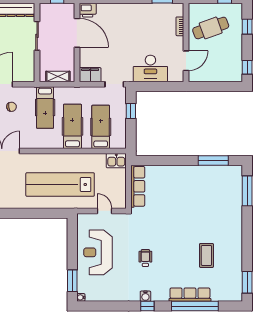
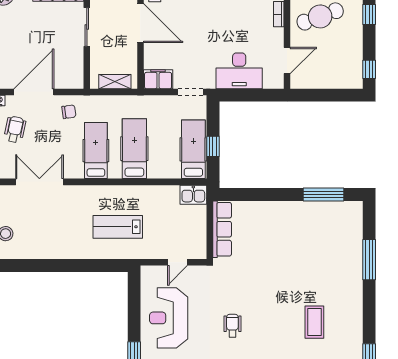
chair: (12, 107) -> (69, 112), moved
hospital bed: (45, 108) -> (96, 151), moved, turned 180
window: (131, 111) -> (213, 146), moved
hospital bed: (101, 127) -> (193, 149), moved
lab bench: (60, 185) -> (118, 227), width x0.54, depth x0.72
window: (247, 191) -> (369, 260), moved
door: (105, 211) -> (178, 262), swing flipped

